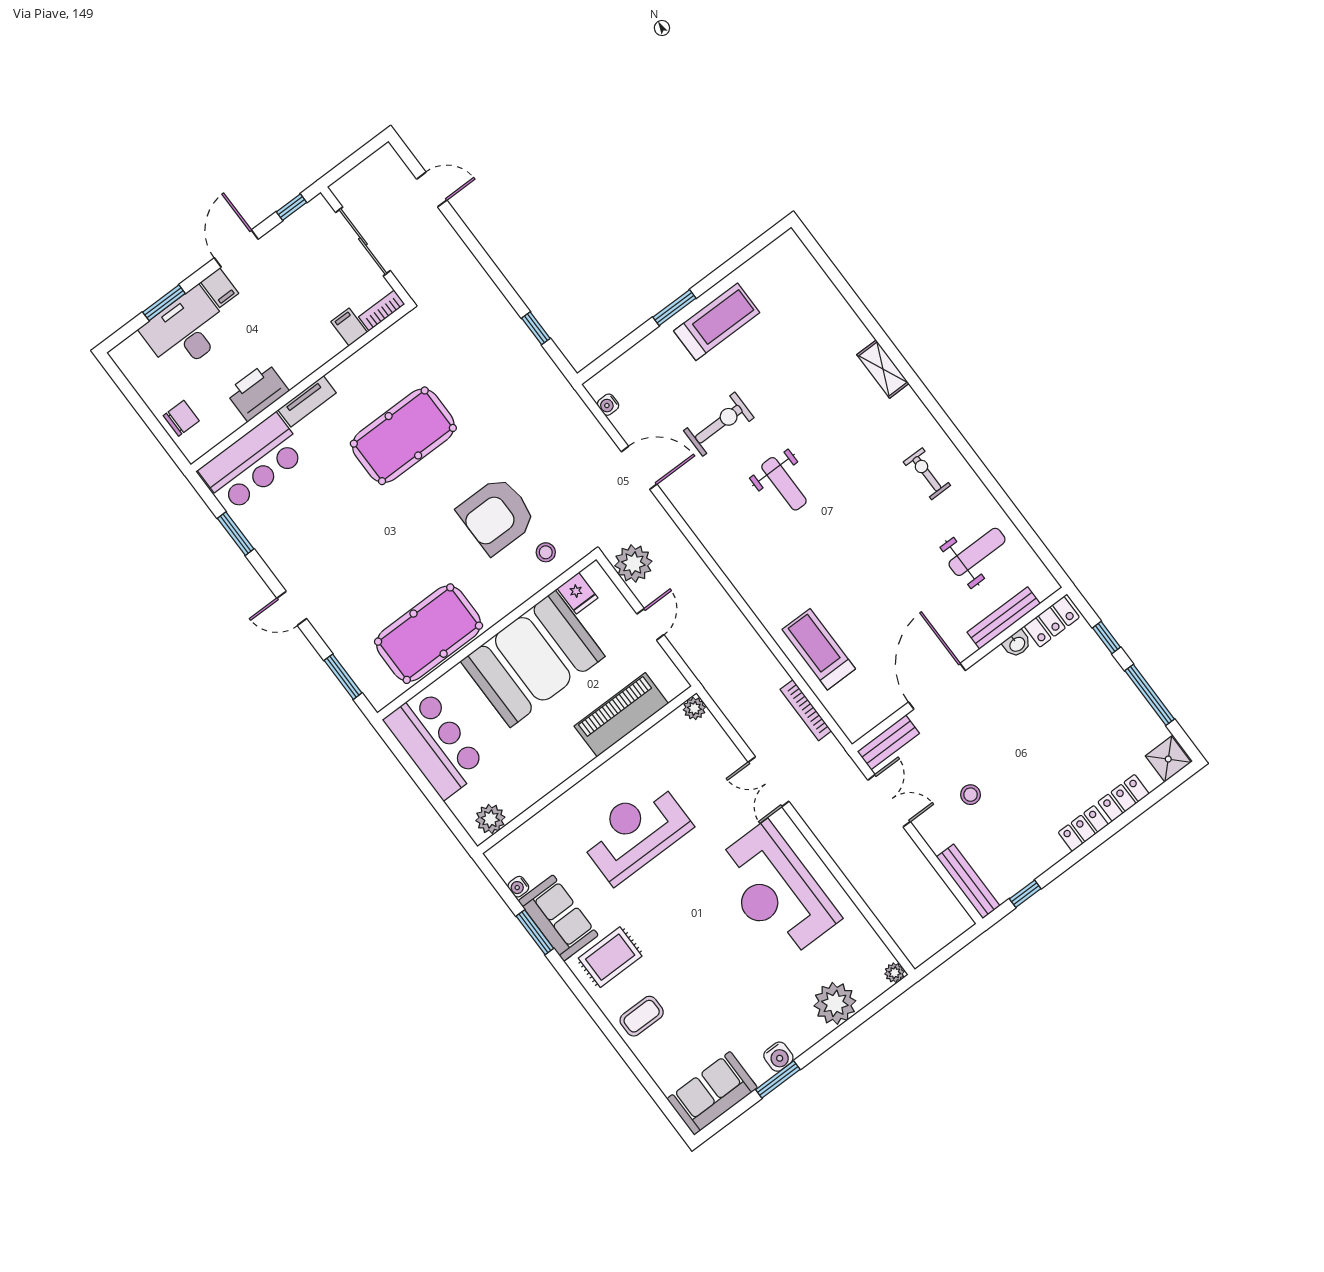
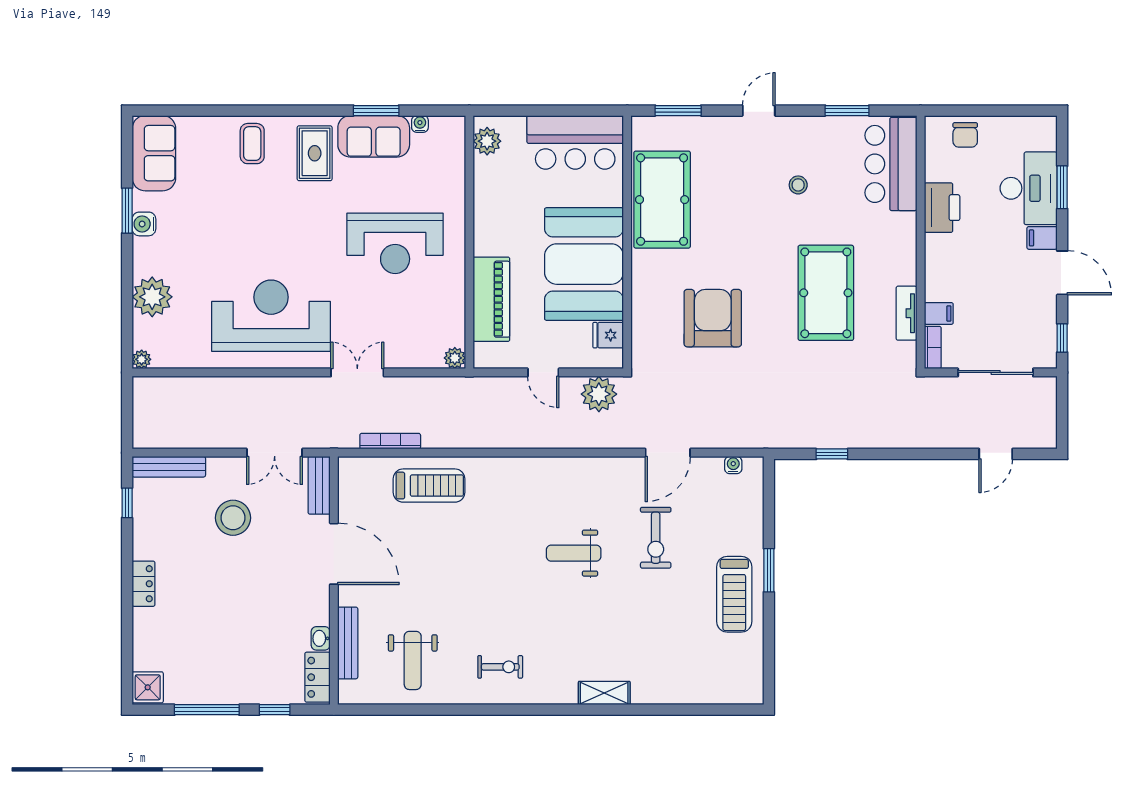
tv unit: (307, 401) -> (906, 313), moved
stool: (546, 552) -> (798, 185), moved
stool: (971, 795) -> (233, 518), width x1.89, depth x1.89
locker: (1123, 798) -> (144, 631), removed
reception desk: (635, 832) -> (395, 243), turned 90

